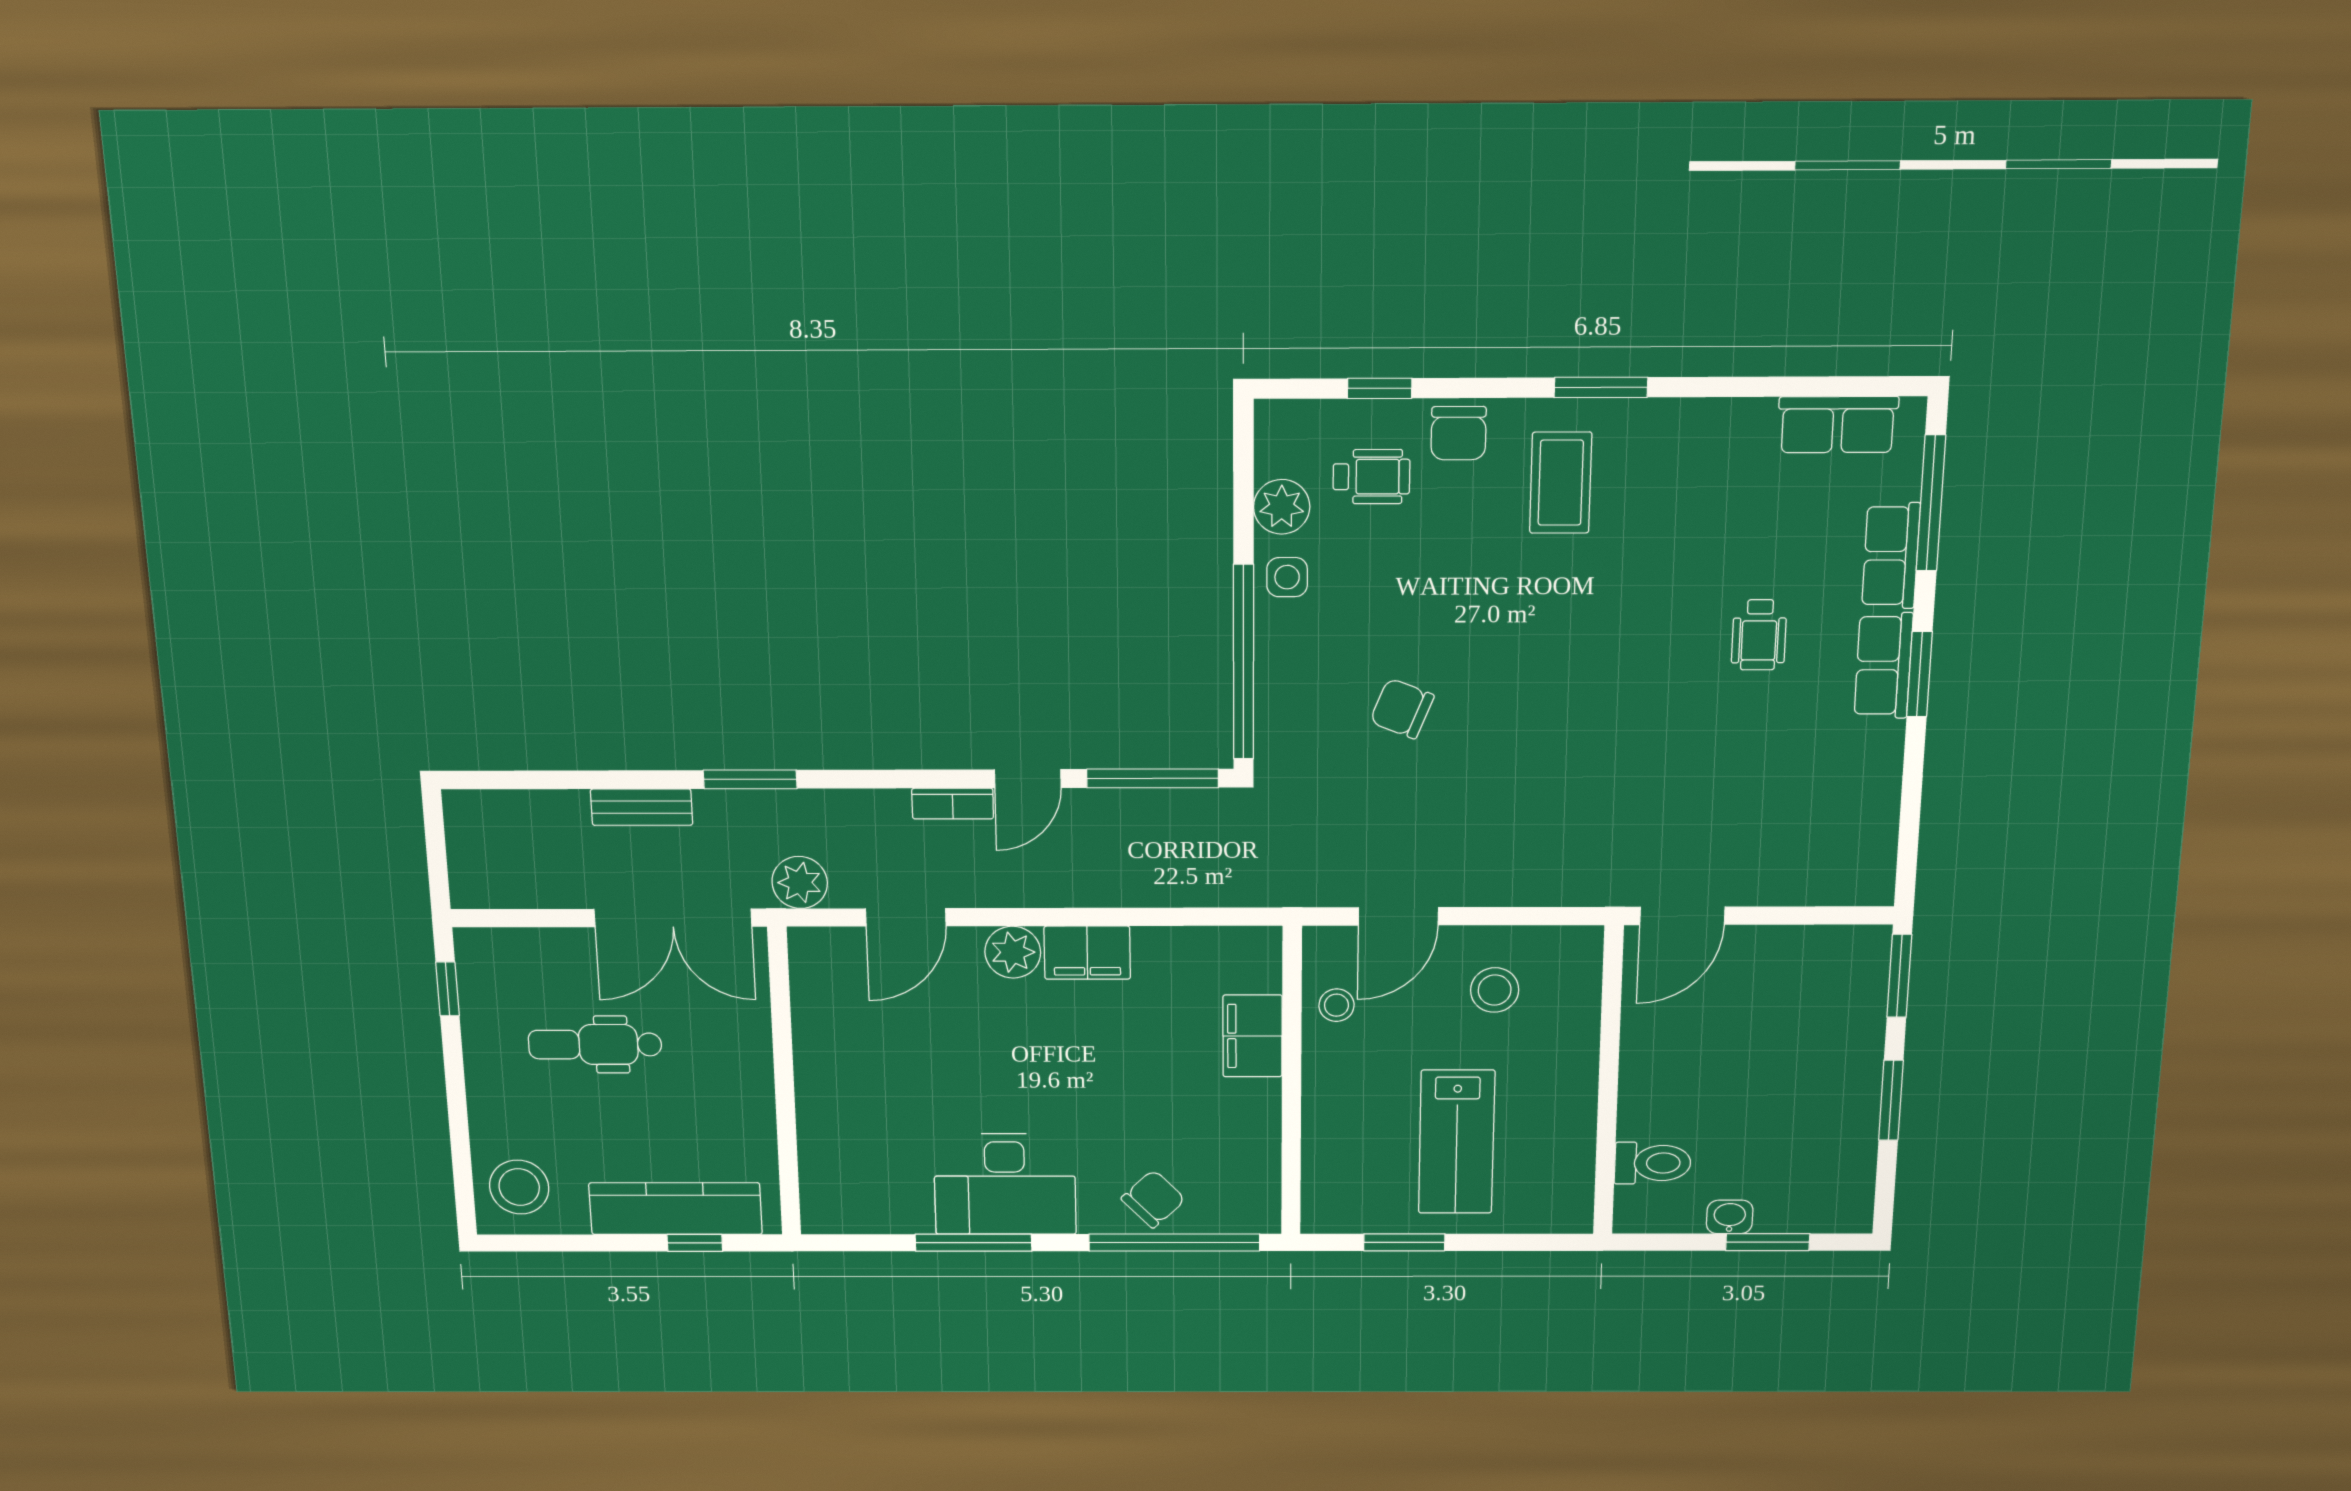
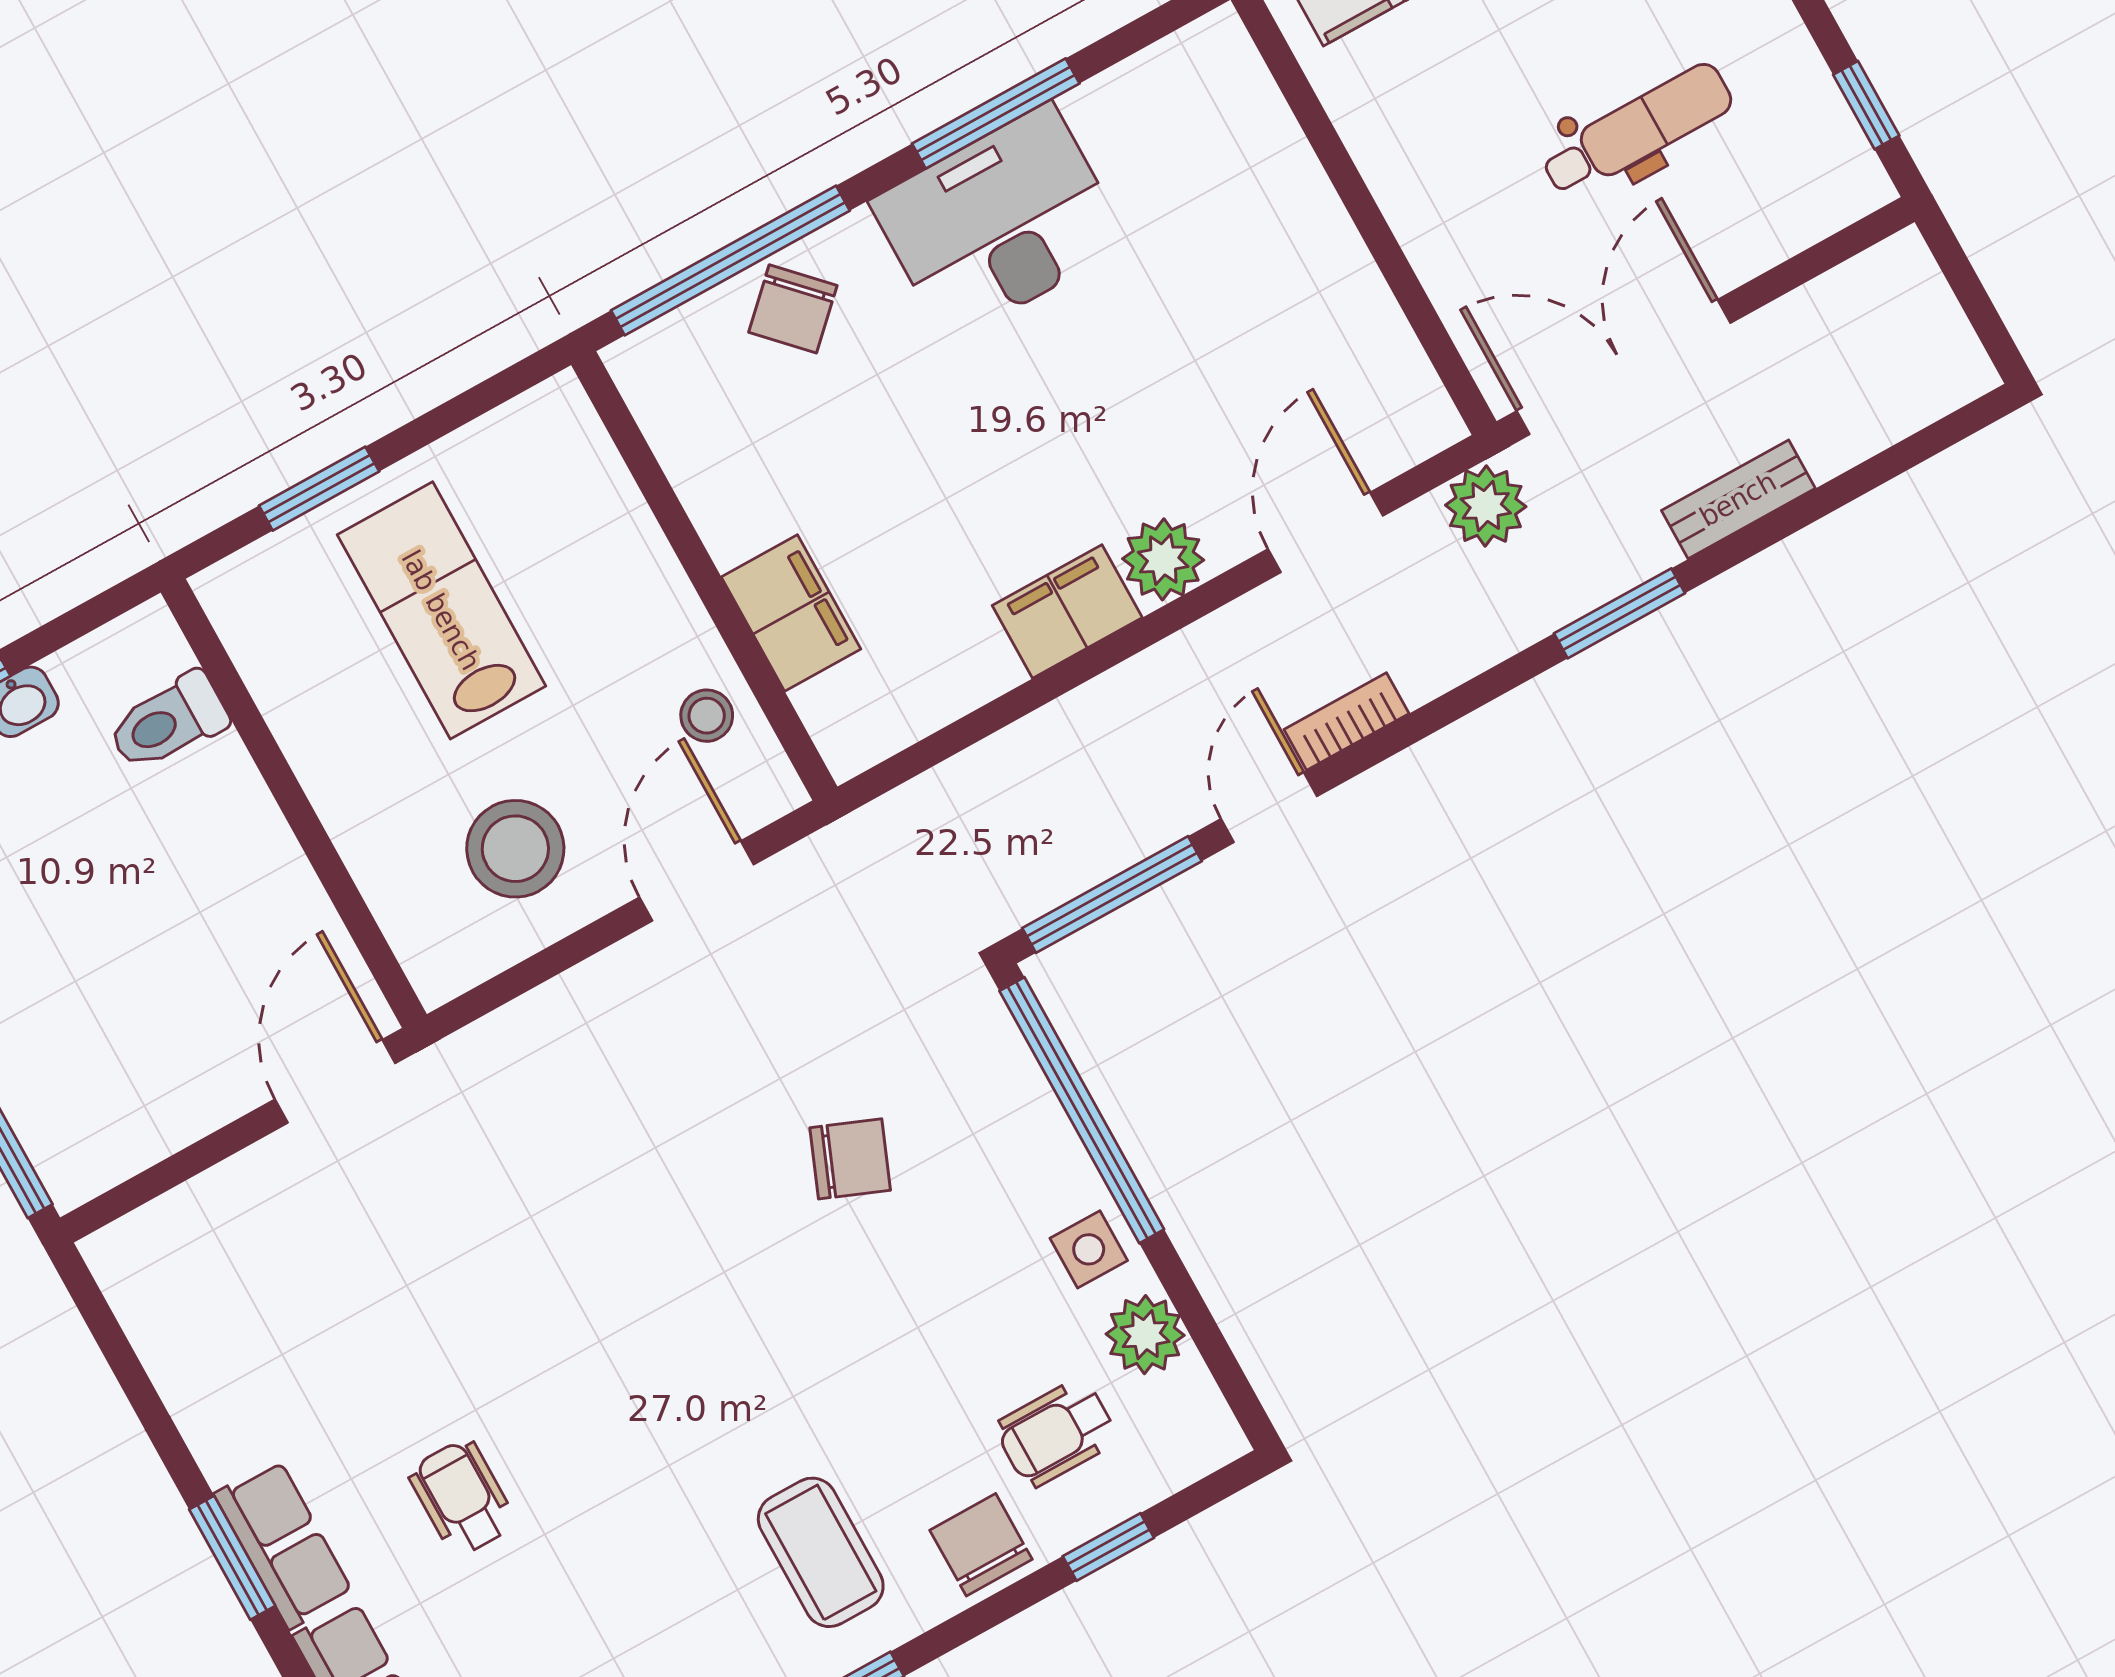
stool: (1495, 990) -> (515, 849), width x1.38, depth x1.38
window: (1404, 1242) -> (319, 489), moved

